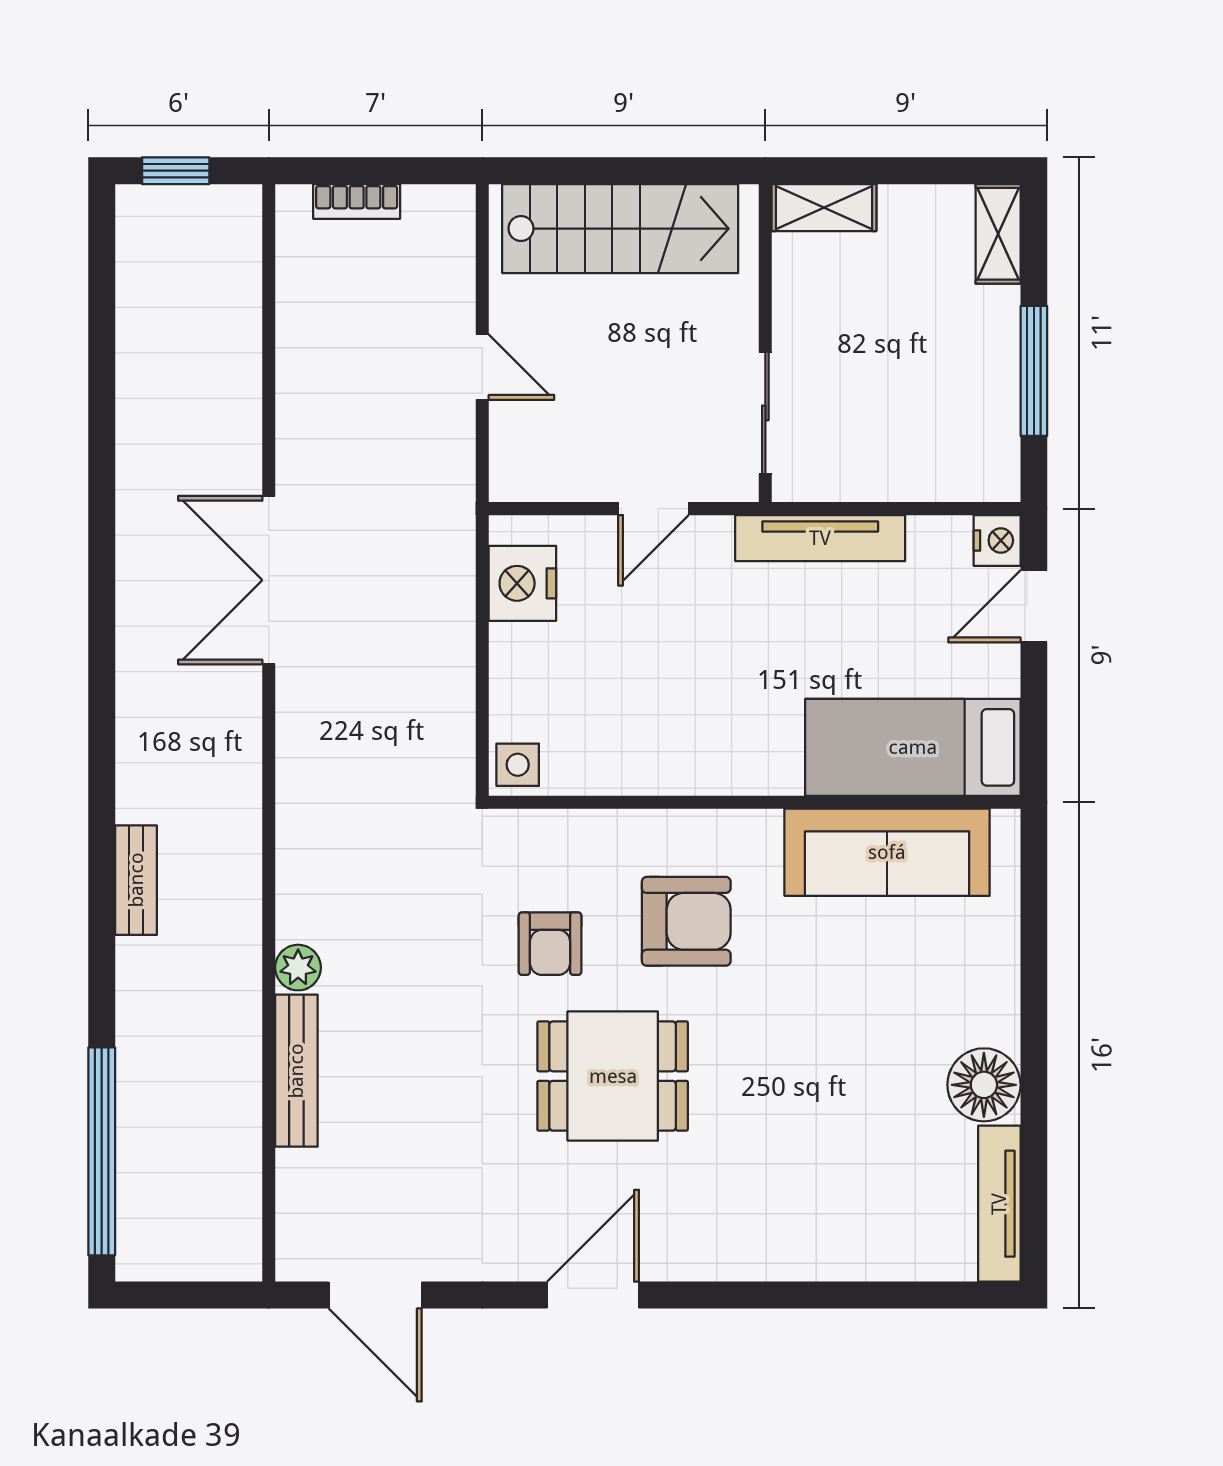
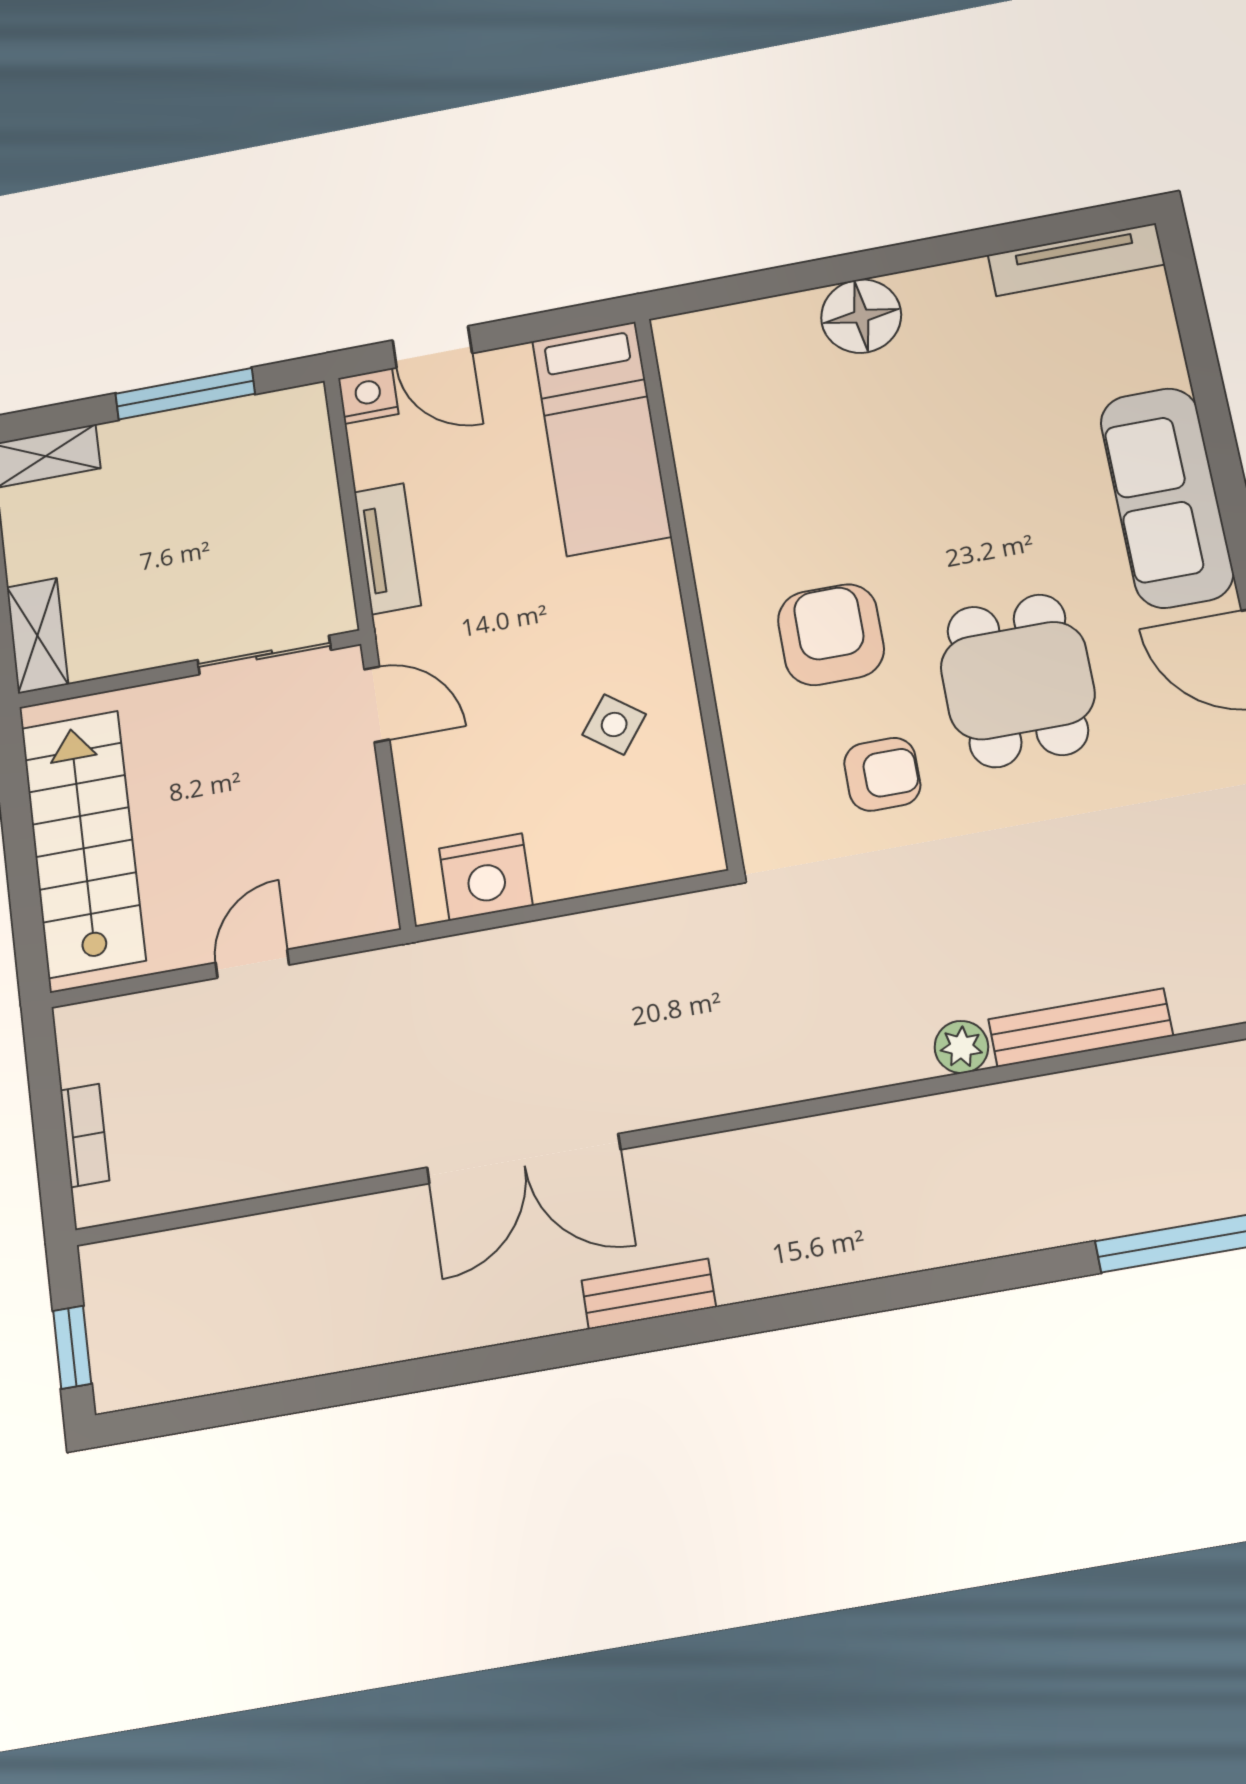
door: (653, 509) -> (377, 704), moved
tv unit: (820, 538) -> (387, 549), width x0.71
side table: (518, 765) -> (614, 725), moved, turned 37
sofa: (887, 852) -> (1167, 497), moved, turned 180
bench: (136, 880) -> (649, 1294), moved
floor lamp: (984, 1085) -> (861, 316), moved

